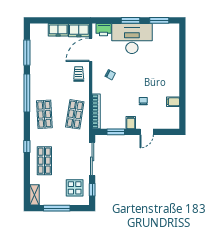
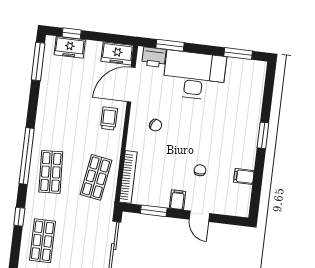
window: (47, 20) -> (72, 33), added
window: (130, 20) -> (170, 45), moved
freezer: (58, 30) -> (70, 47), moved
window: (27, 53) -> (38, 61), moved
window: (182, 73) -> (263, 135), added
window: (27, 93) -> (27, 156), moved
door: (147, 132) -> (199, 216), hinge flipped

